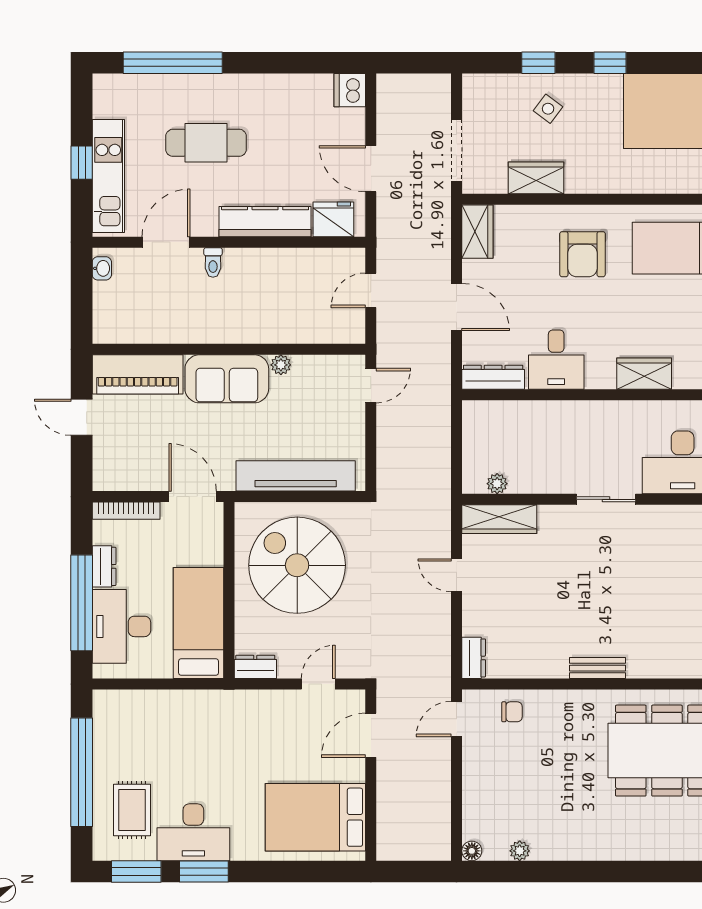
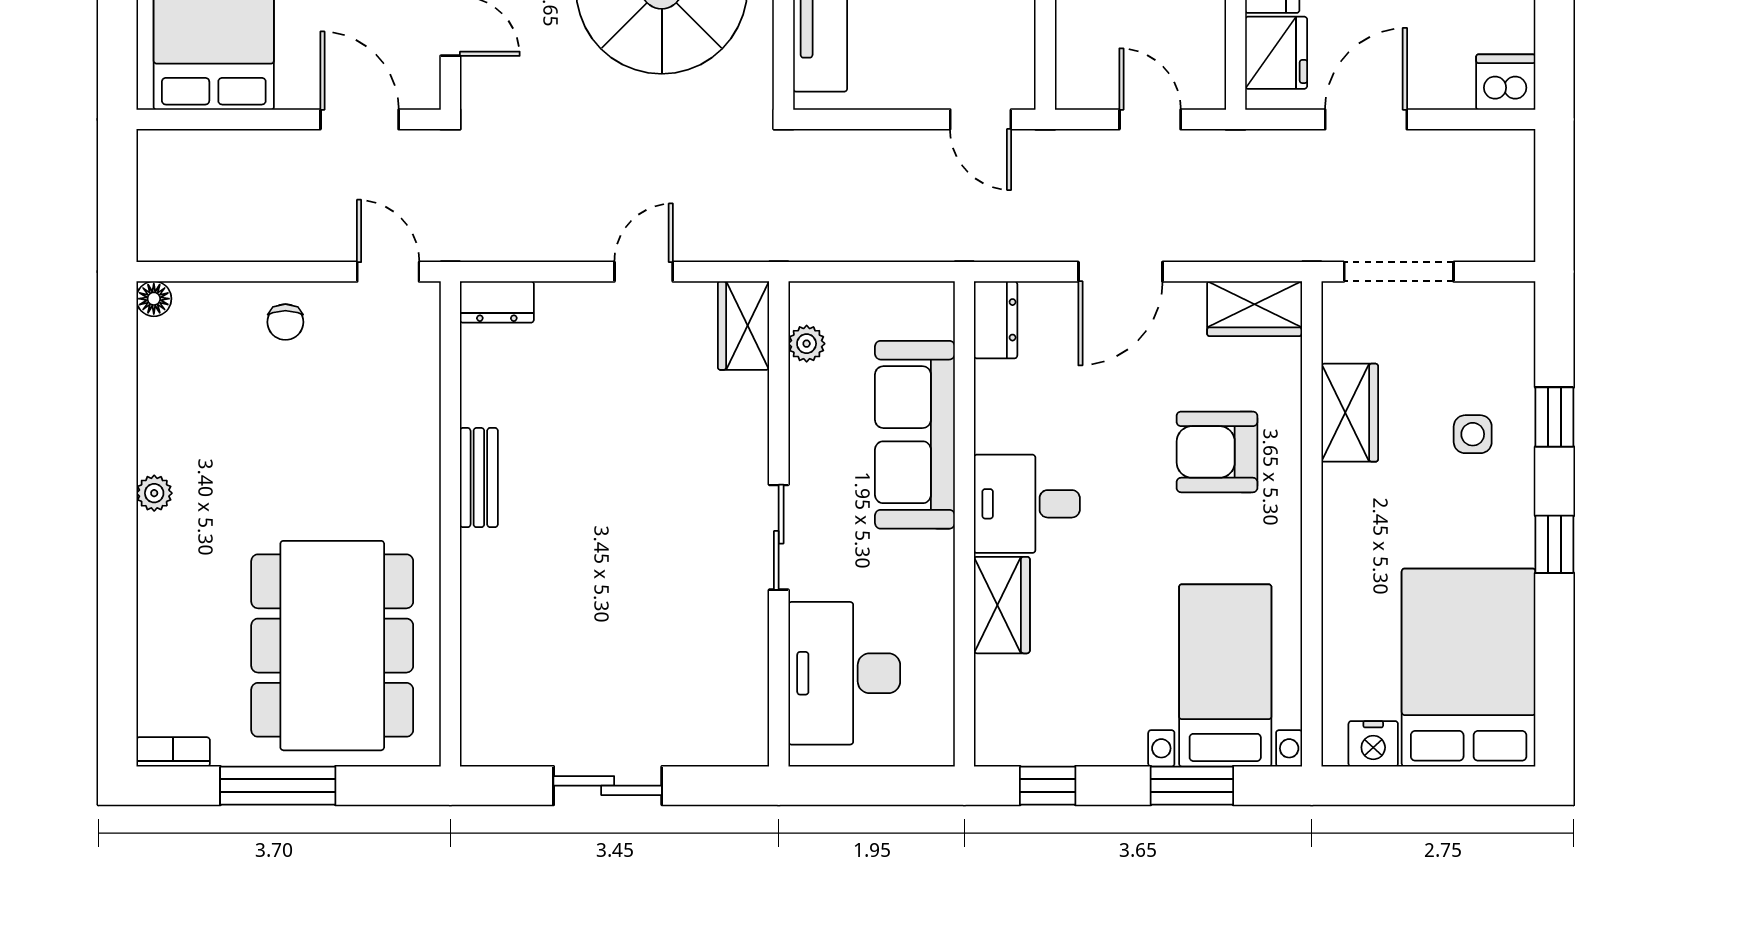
side table: (548, 109) -> (1473, 434), turned -37
armchair: (583, 254) -> (1217, 452), moved
desk: (556, 360) -> (1027, 504), moved
dresser: (493, 377) -> (996, 320), width x0.70
sofa: (548, 423) -> (915, 435), added
wardrobe: (499, 519) -> (744, 325), width x0.67
bench: (597, 668) -> (479, 478), moved
chair: (512, 712) -> (285, 322), moved
plant: (520, 851) -> (154, 493), moved

